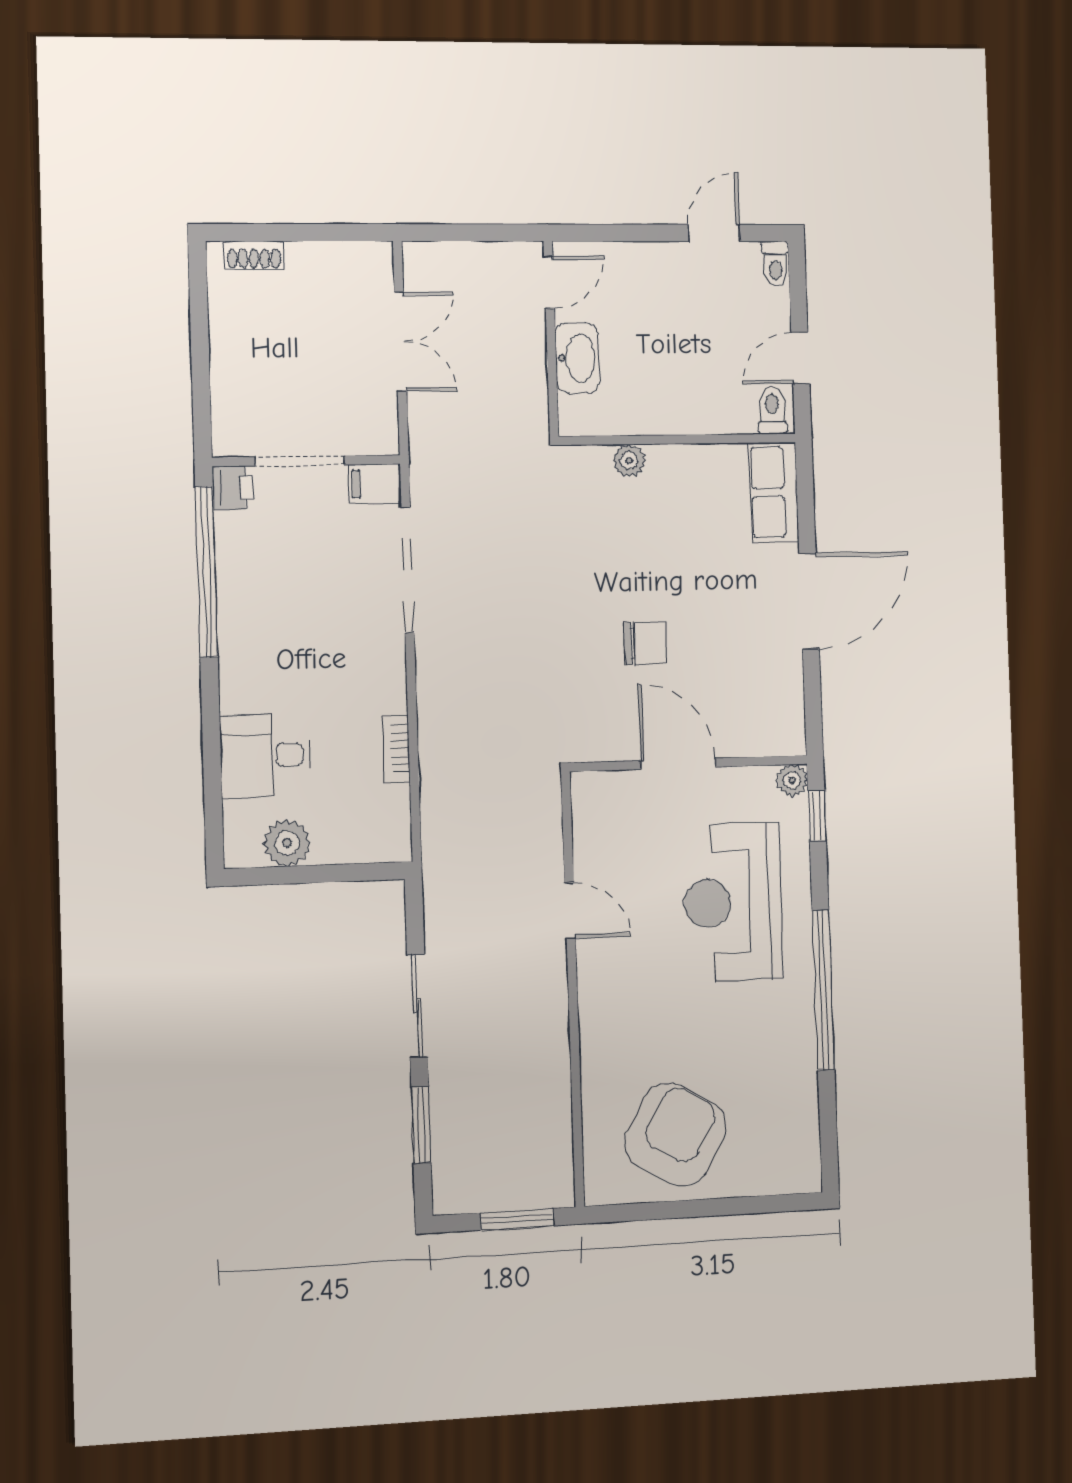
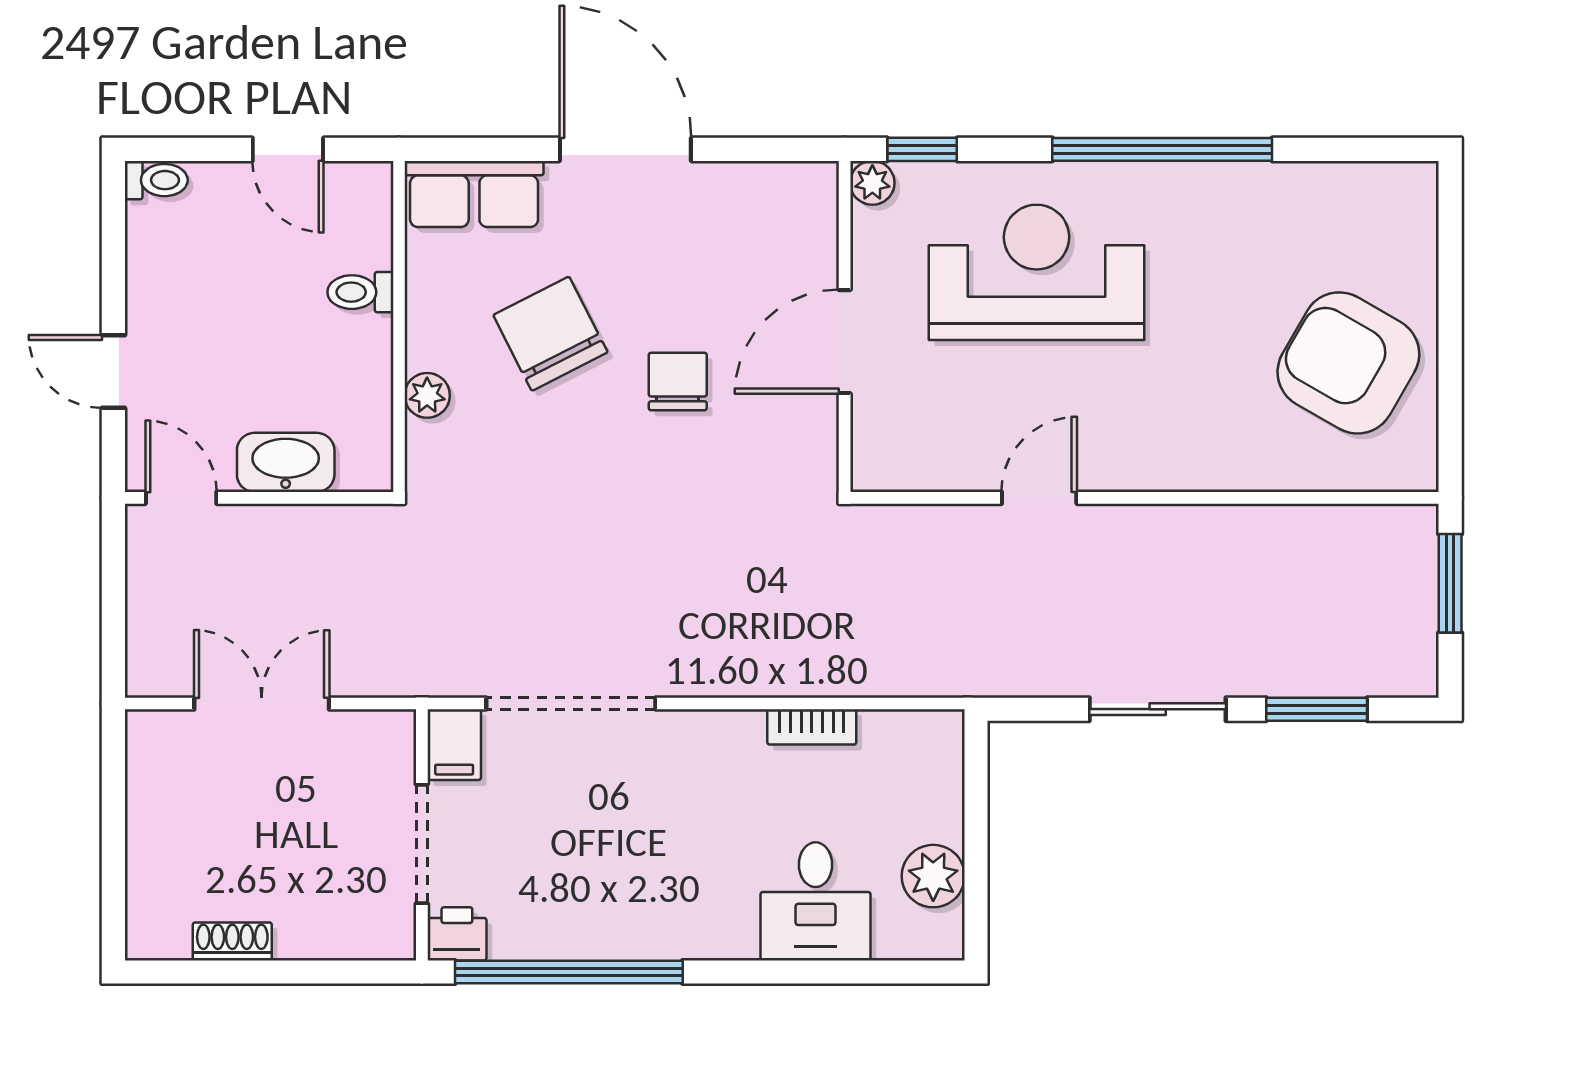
door: (714, 233) -> (113, 371), moved
shoe rack: (254, 255) -> (232, 941), moved, turned -90
toilet: (772, 410) -> (360, 292), moved
chair: (676, 549) -> (550, 334), added
reception desk: (733, 902) -> (1037, 272), turned 180

